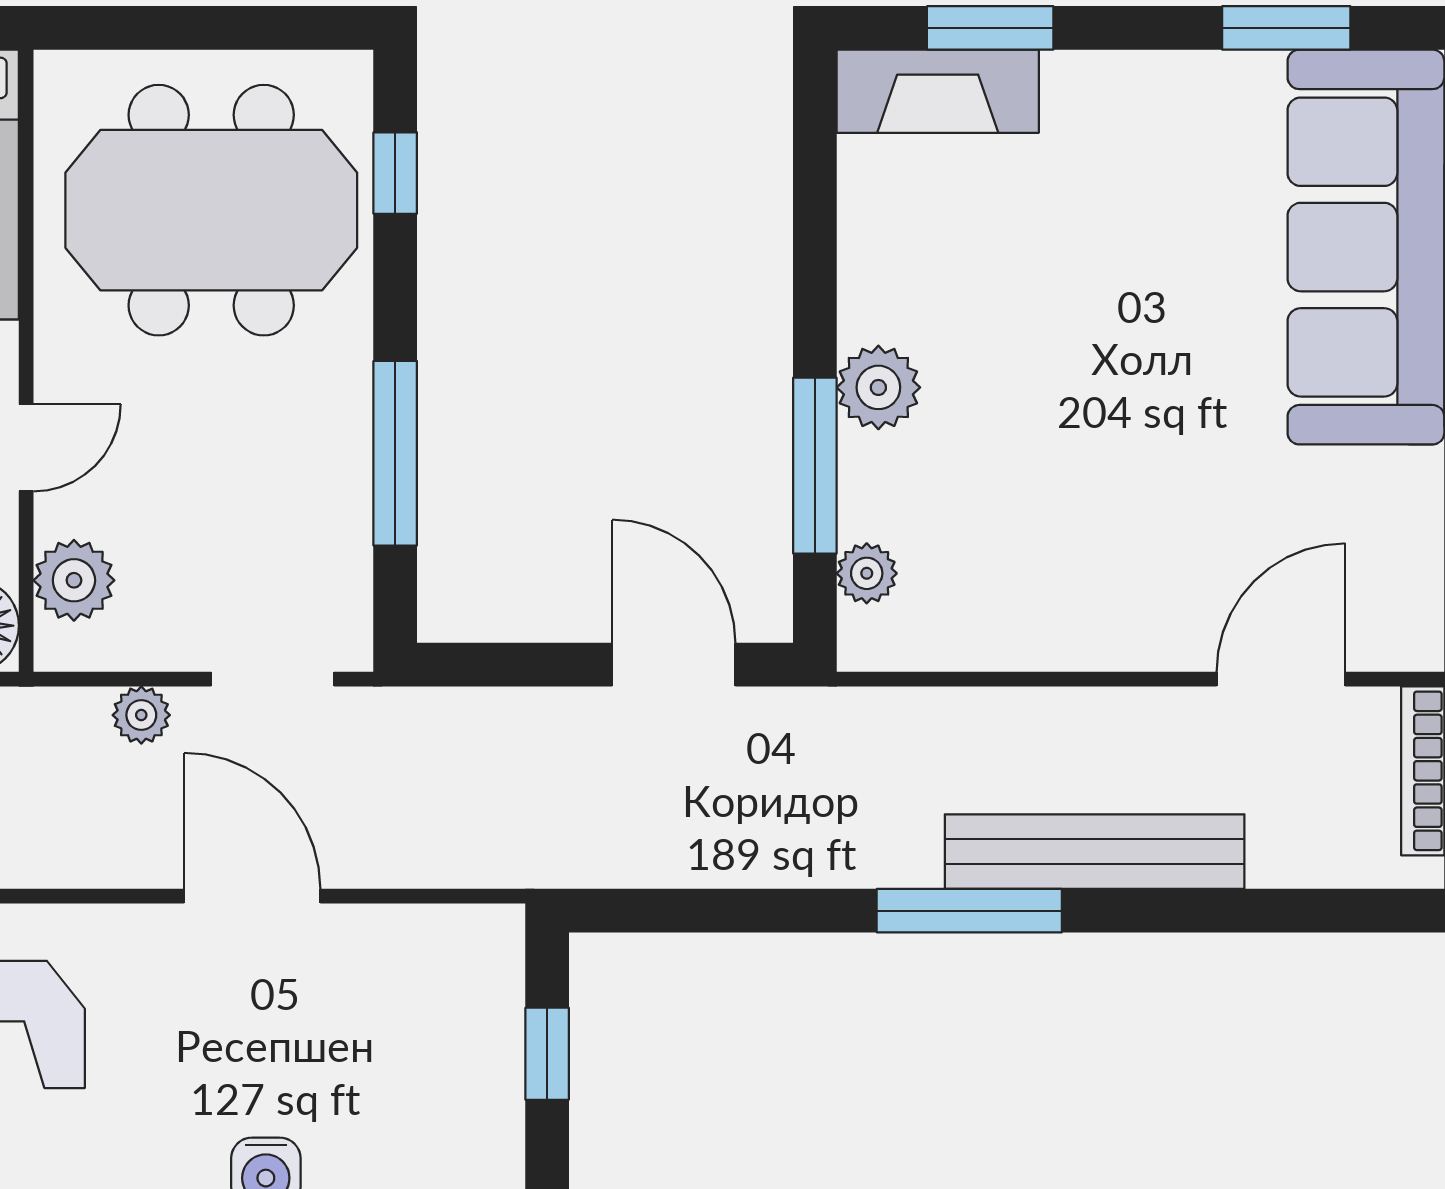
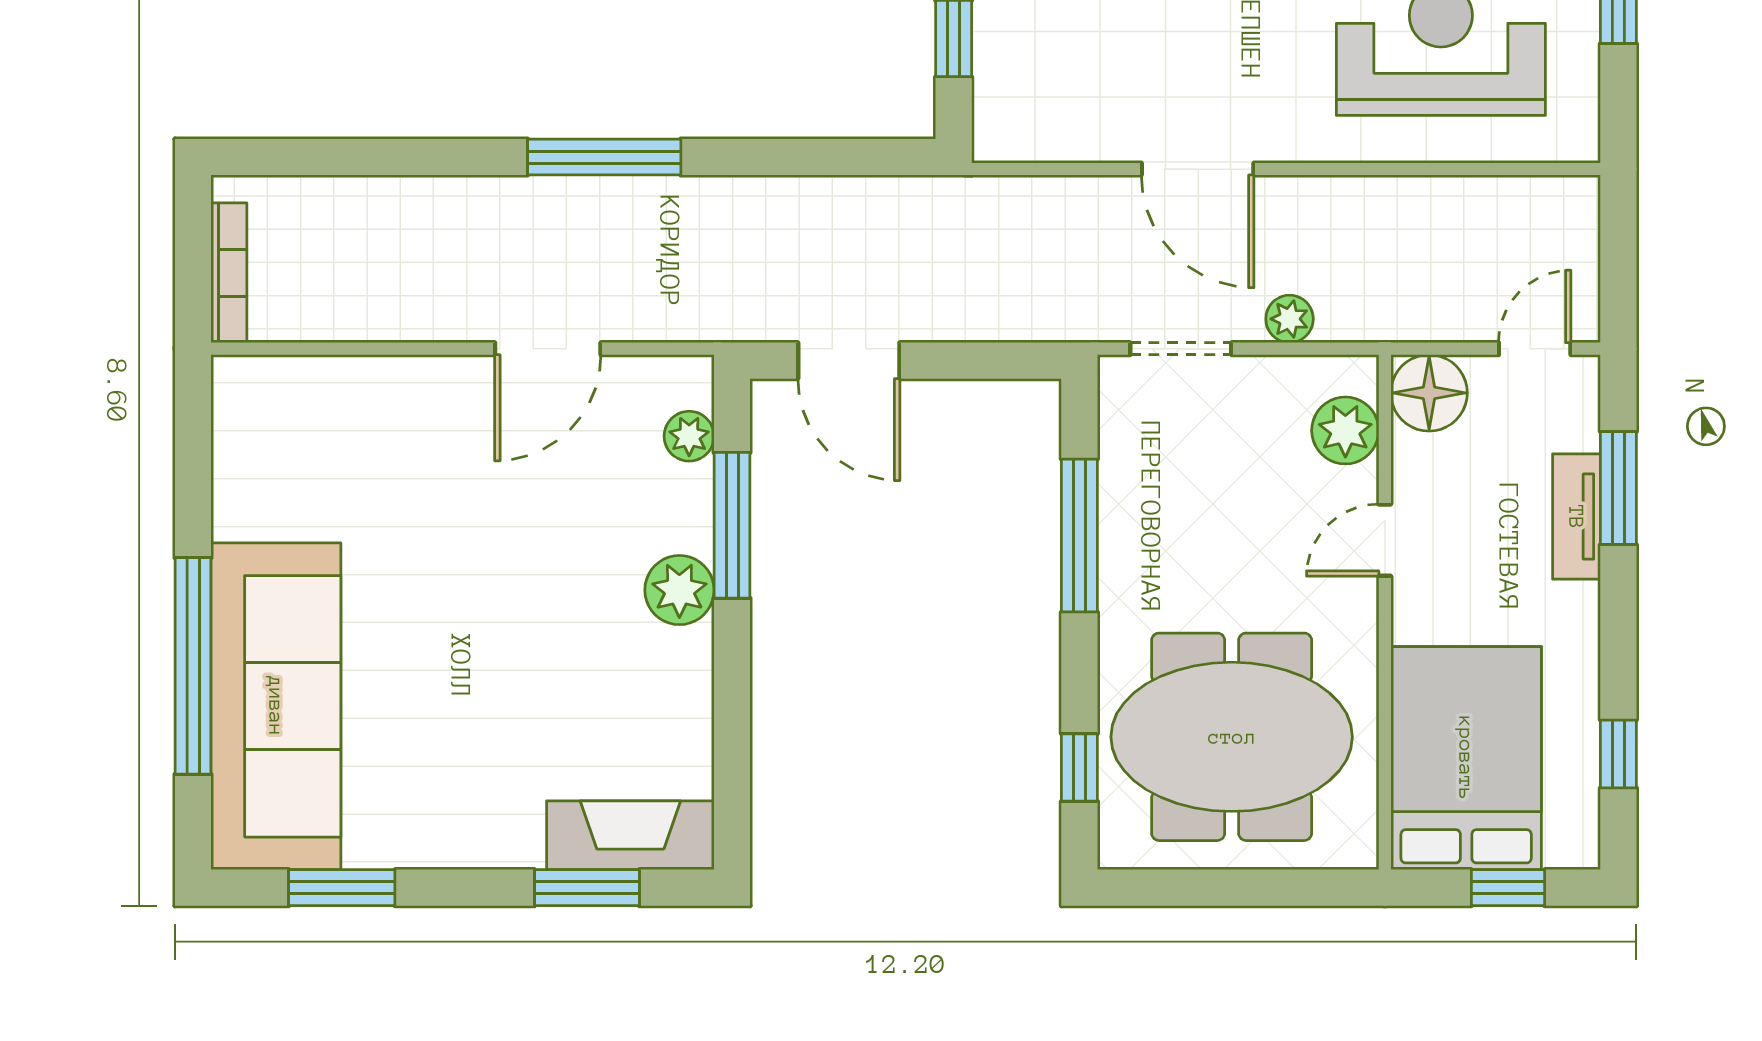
door: (1281, 679) -> (548, 349), moved
bench: (1095, 852) -> (500, 206), removed

